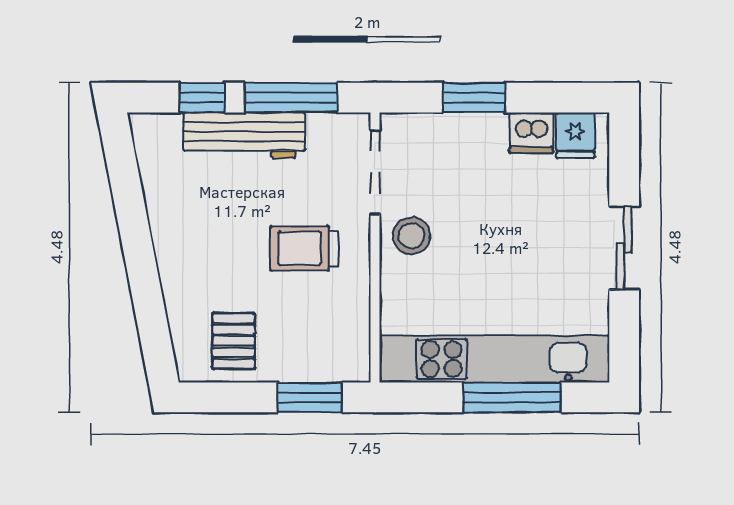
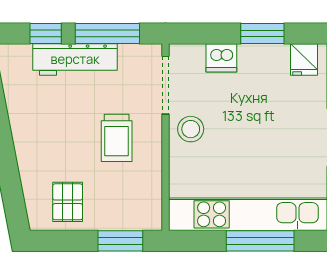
window: (474, 98) -> (262, 33), moved
dishwasher: (531, 133) -> (221, 58), moved
trolley: (304, 248) -> (117, 138), turned -90

